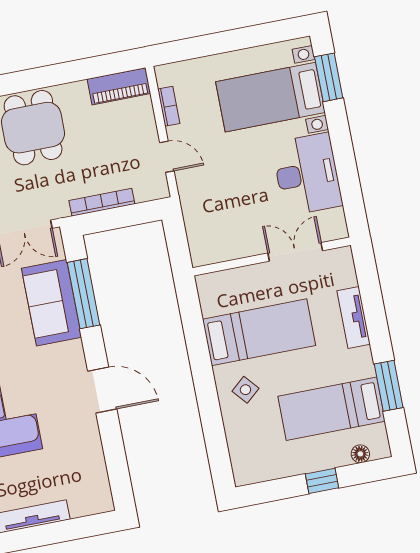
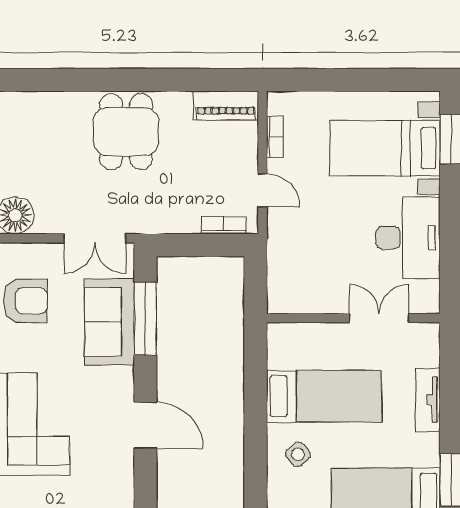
bookcase: (102, 202) -> (224, 225), moved, width x0.64

